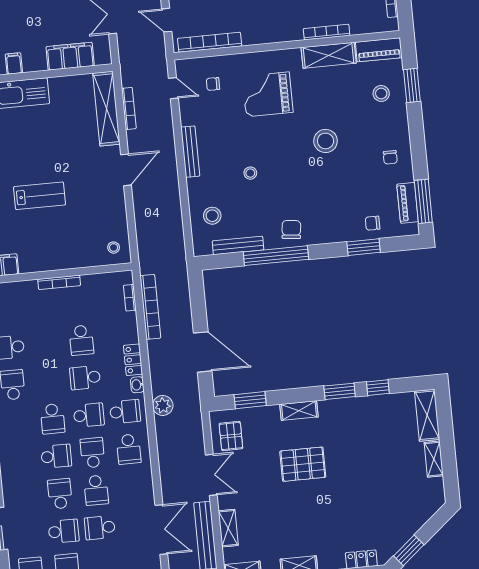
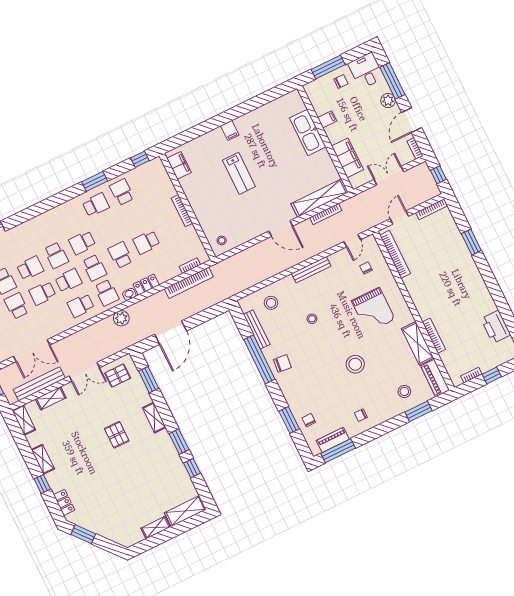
grand piano: (268, 94) -> (373, 310), turned 180
pallet: (303, 464) -> (117, 435), width x0.67, depth x0.71

